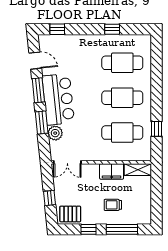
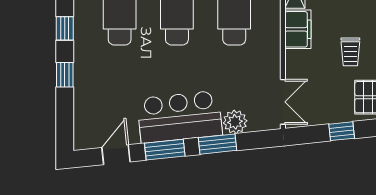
window: (57, 29) -> (65, 75), moved
trolley: (113, 205) -> (350, 52), moved

